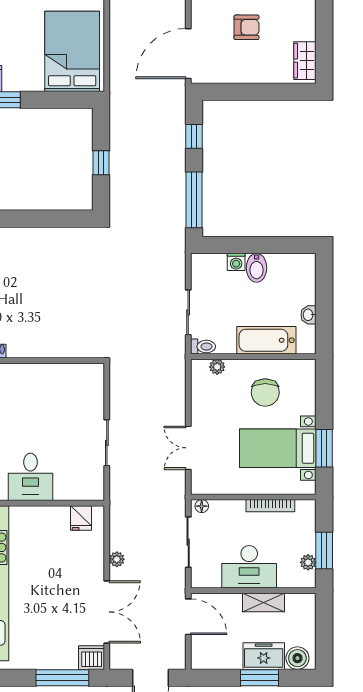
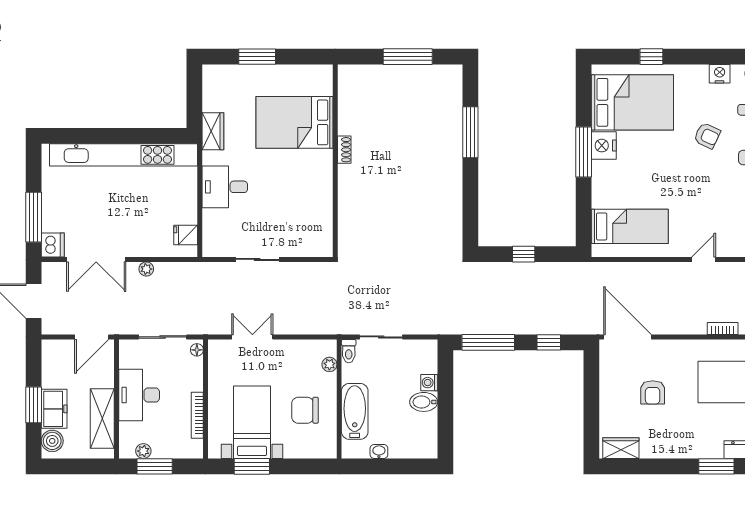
bed: (72, 51) -> (630, 226), width x0.67
shelving: (263, 602) -> (102, 419), width x1.50, depth x1.33

